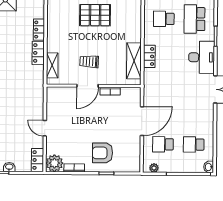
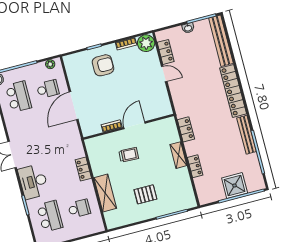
pallet: (95, 15) -> (145, 194), width x0.67, depth x0.71
locker: (38, 53) -> (186, 129), moved
shelving: (134, 61) -> (105, 193), moved
trolley: (89, 62) -> (129, 155), moved
shelving: (52, 65) -> (178, 155), moved
school desk: (194, 145) -> (18, 97), width x1.85
locker: (37, 160) -> (166, 52), moved

